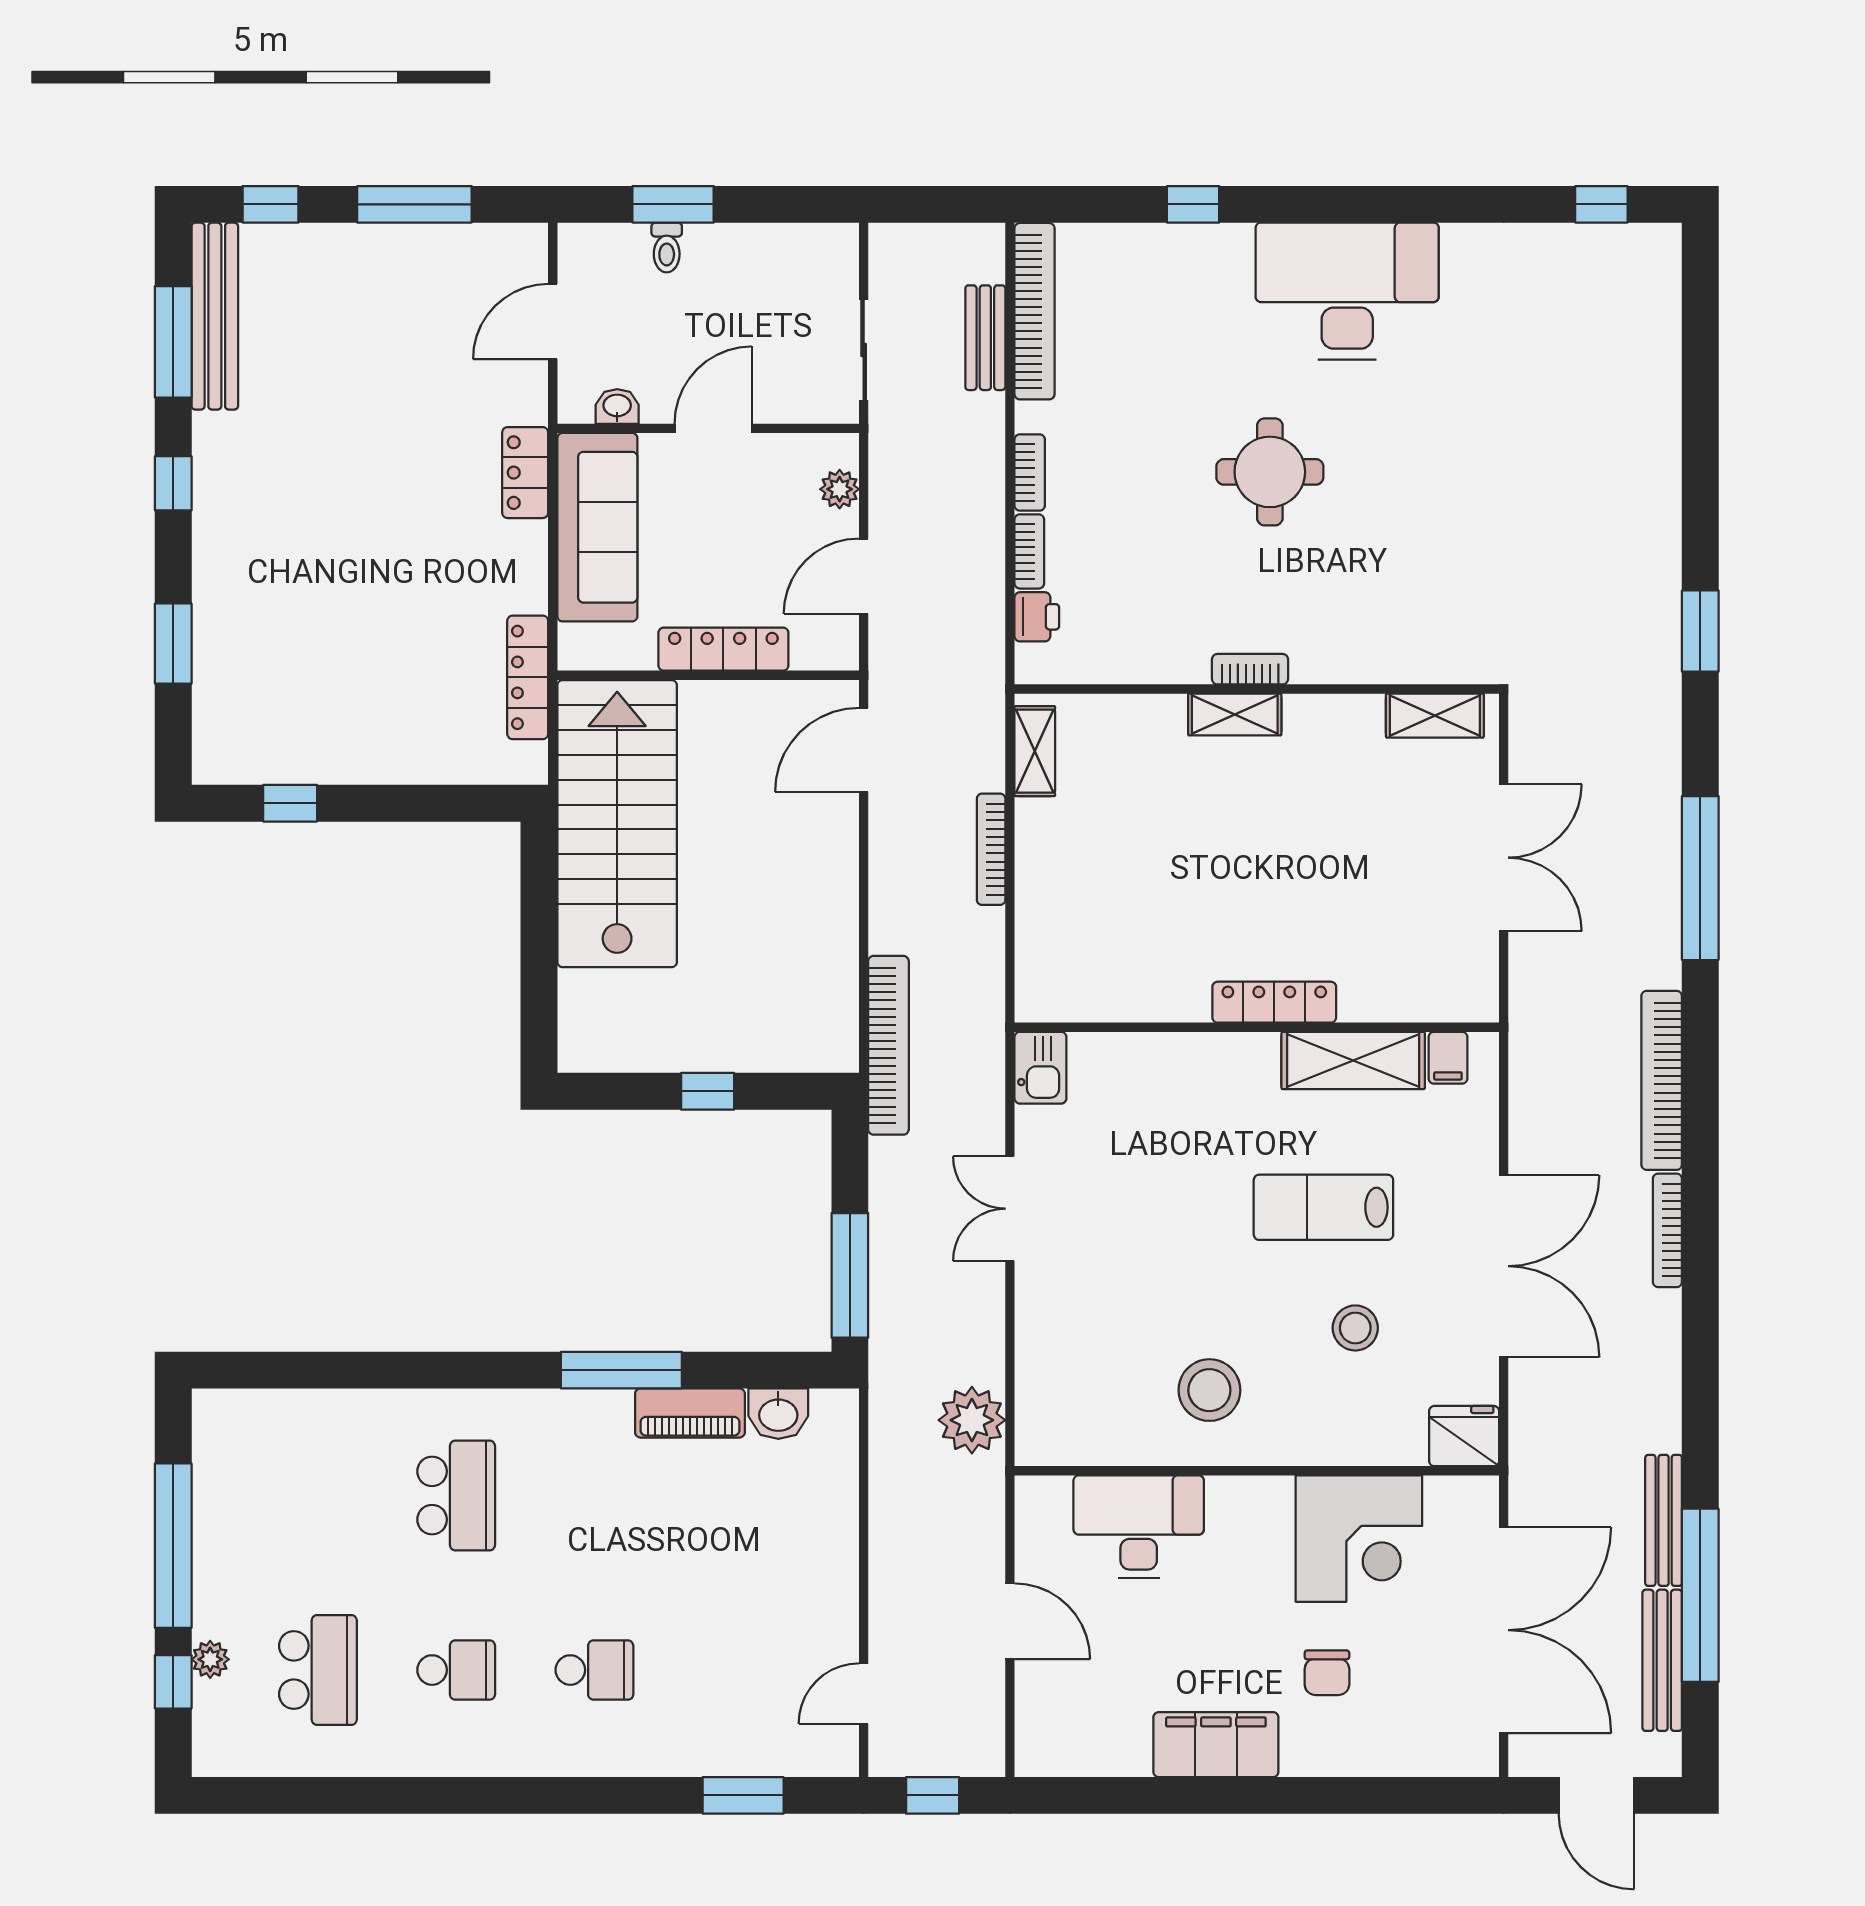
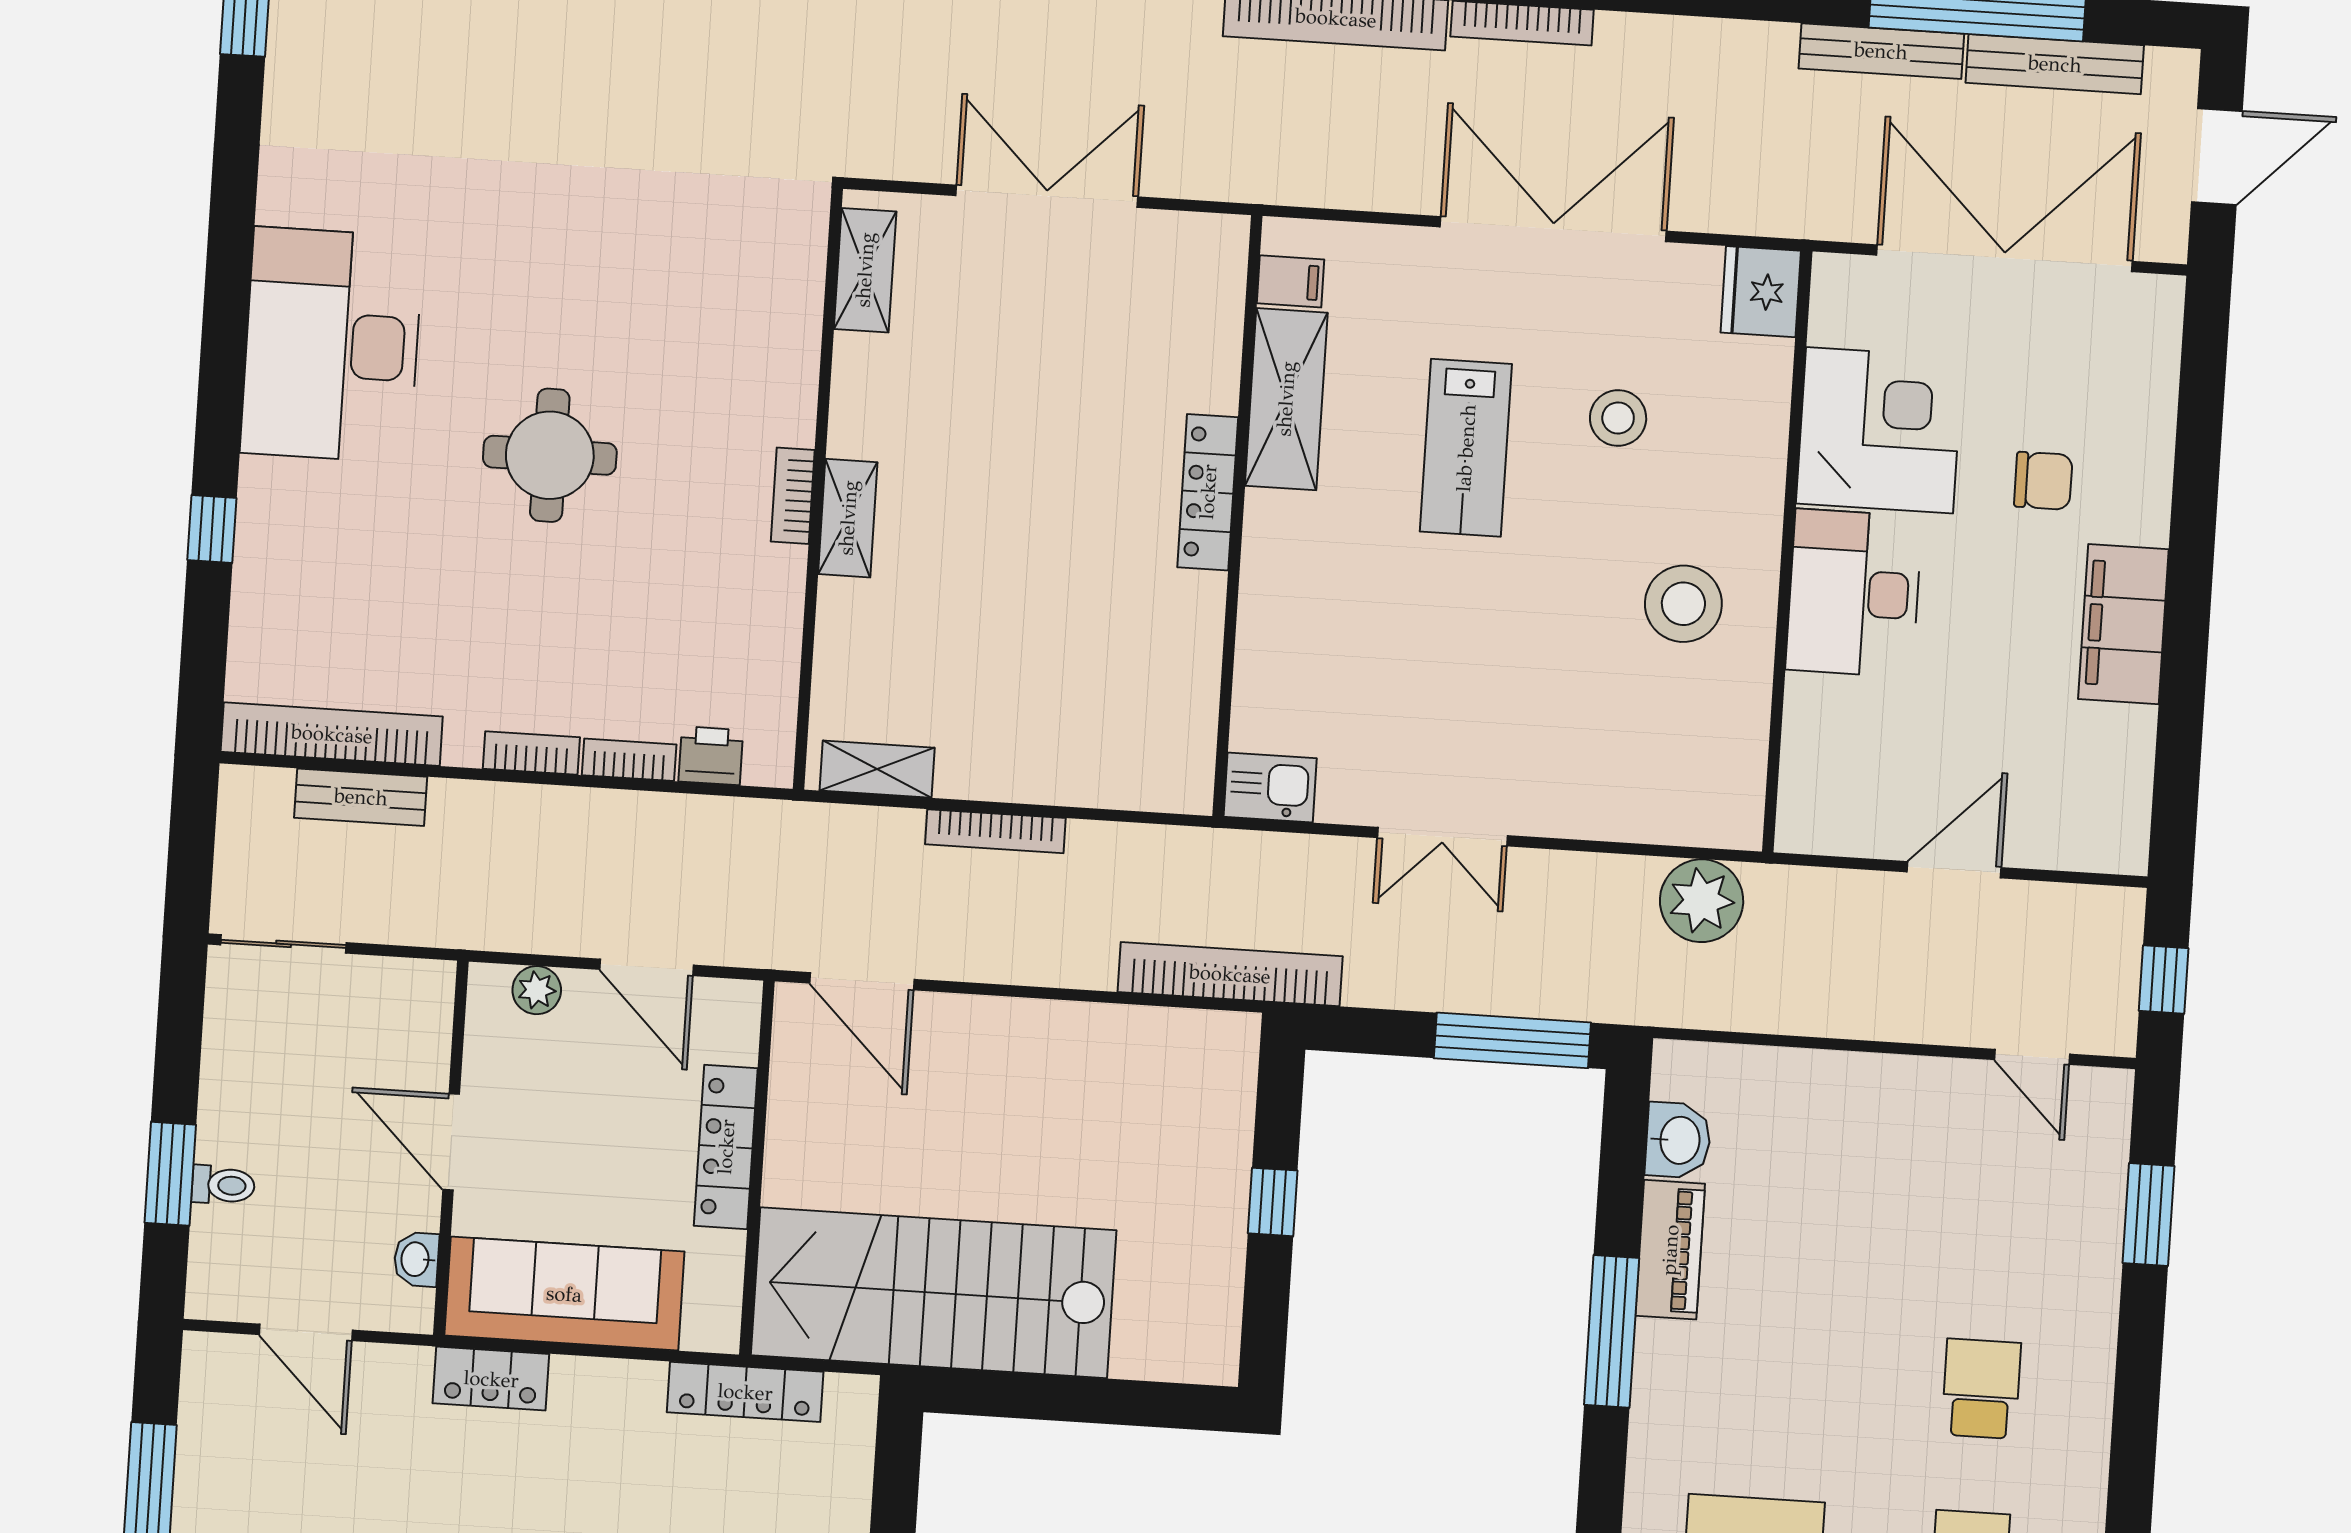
sliding door: (864, 350) -> (284, 944), moved
desk: (1139, 1527) -> (1854, 593), moved

